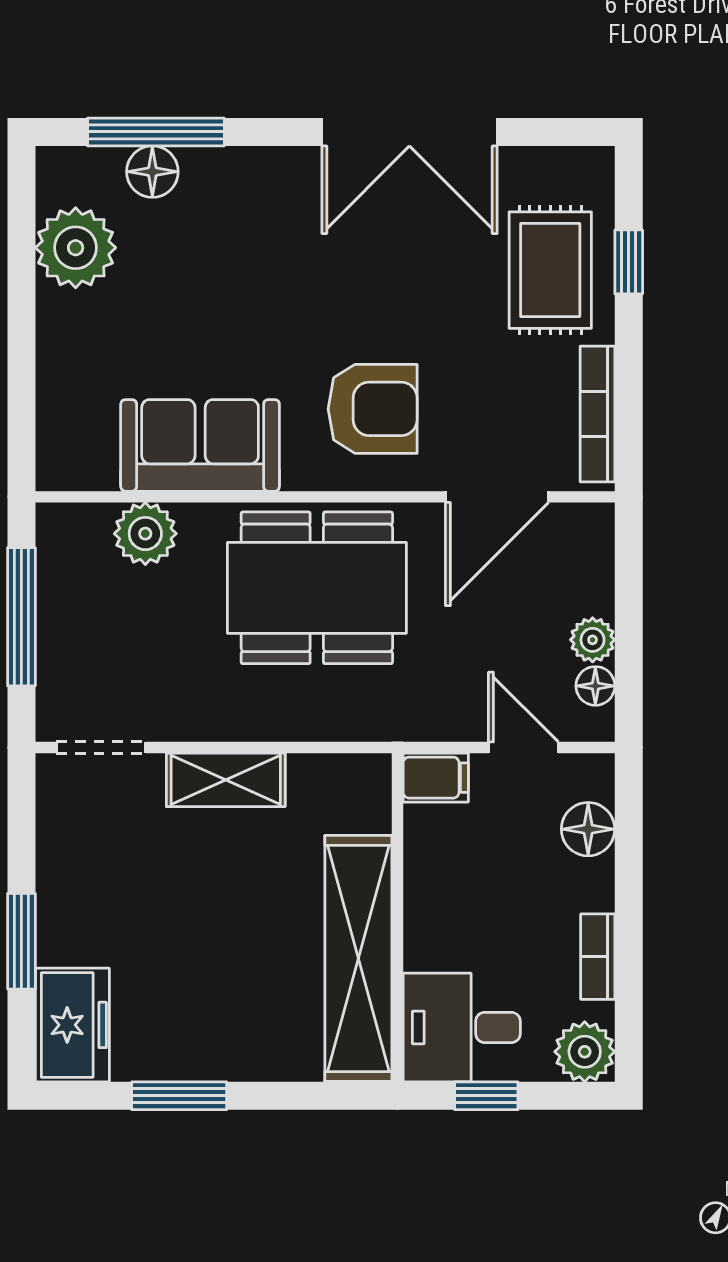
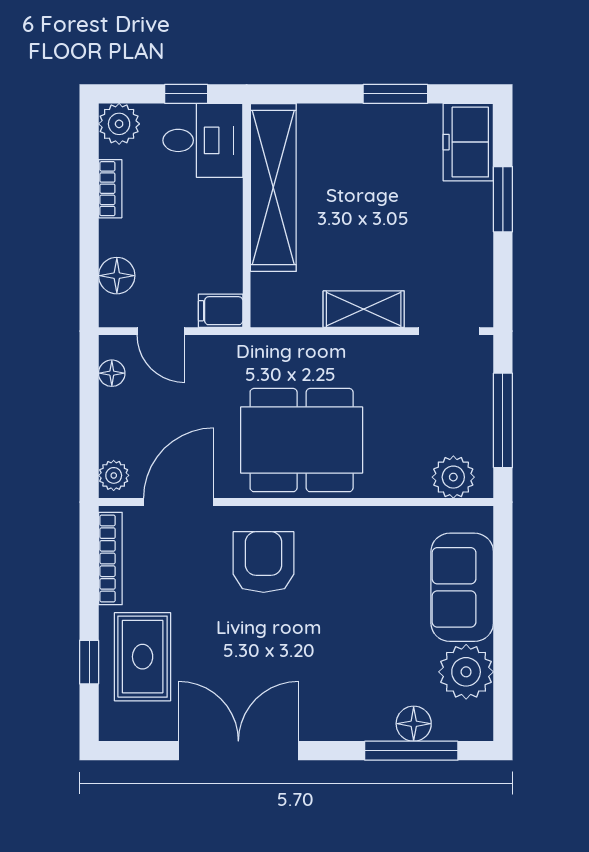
armchair: (373, 409) -> (264, 562), turned 90
sofa: (200, 445) -> (462, 587), moved, turned 90
plant: (145, 534) -> (453, 477), moved
plant: (593, 640) -> (114, 475), moved

